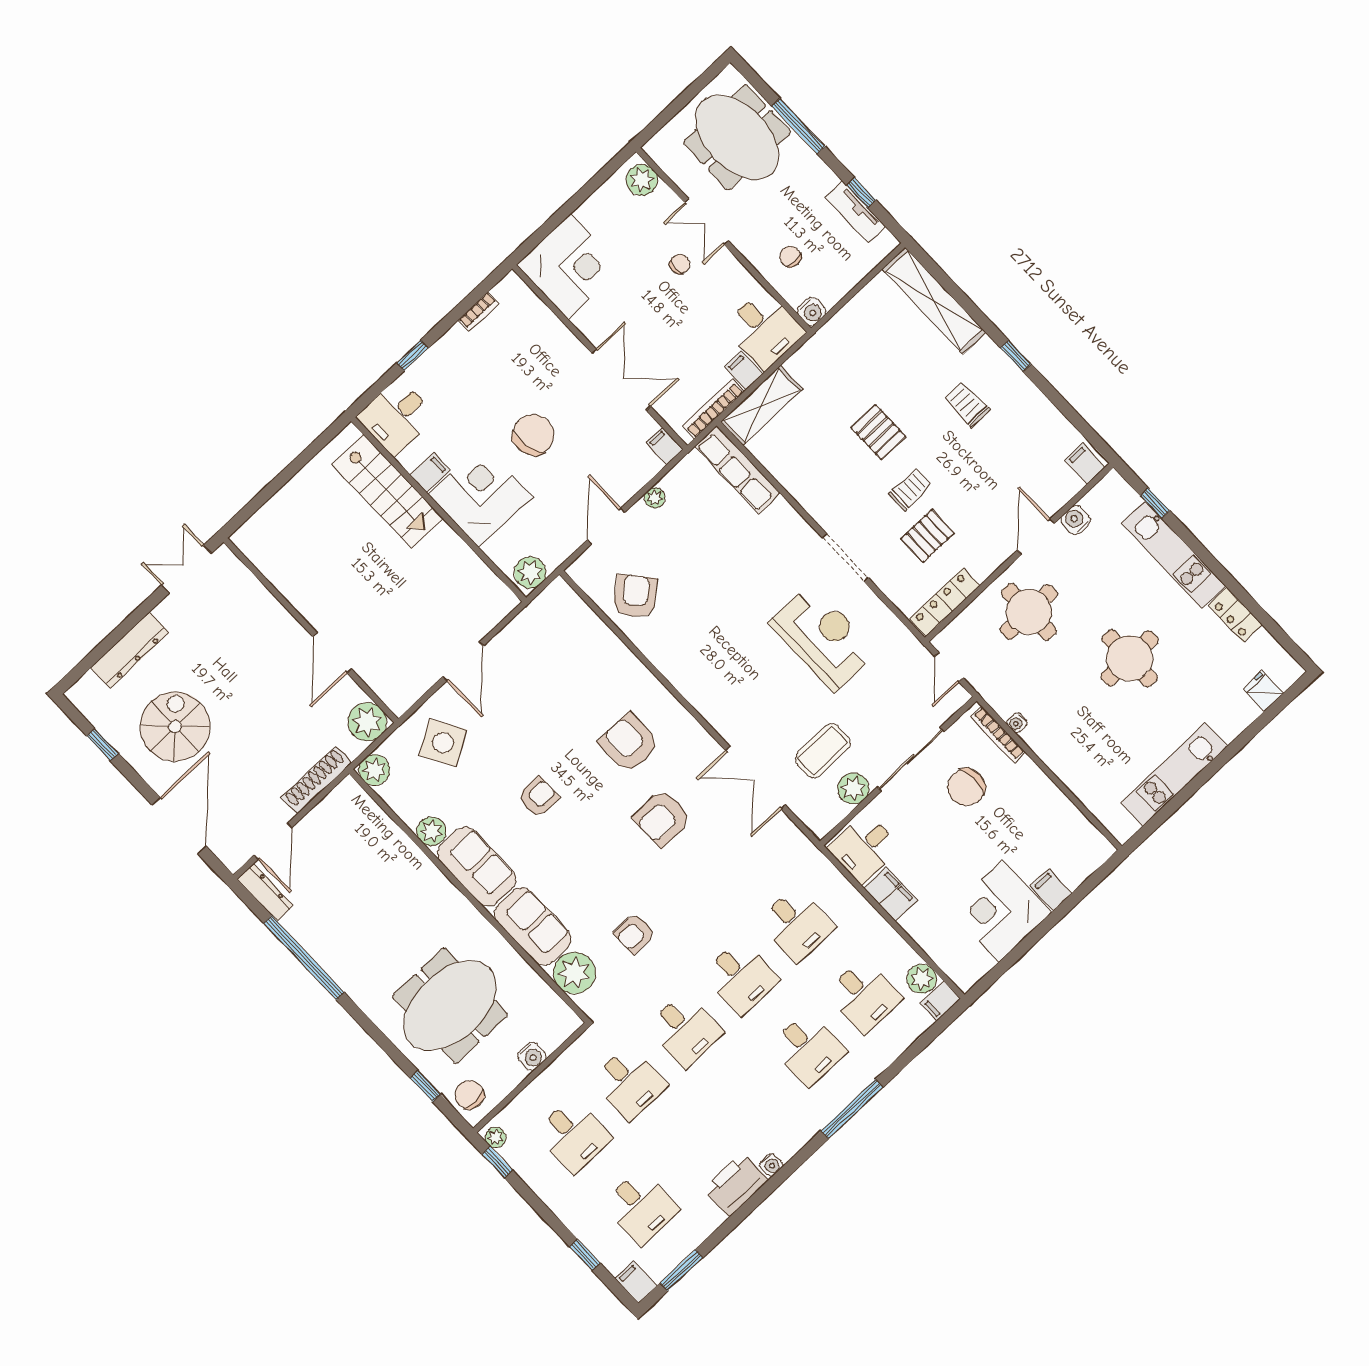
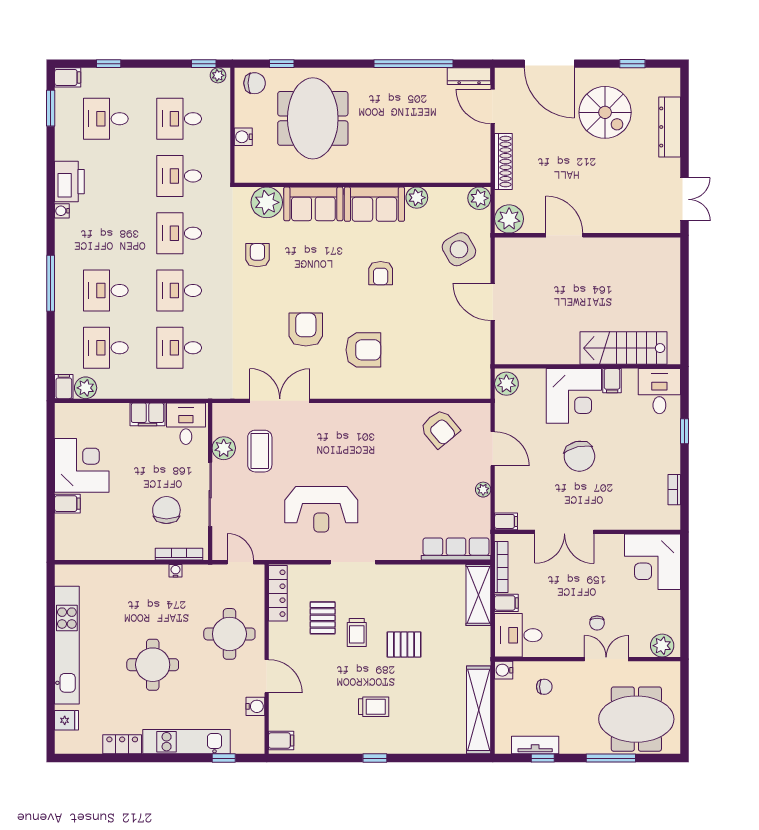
shelving: (934, 301) -> (479, 710), moved, turned 90
kitchen unit: (1174, 774) -> (67, 645), width x1.36

